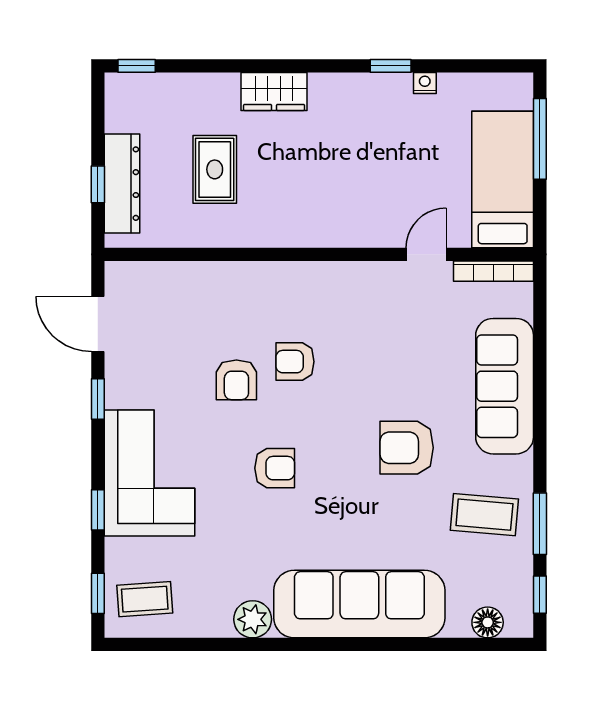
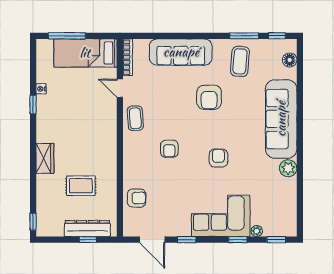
door: (98, 324) -> (152, 240), hinge flipped
armchair: (236, 380) -> (137, 198), moved
plant: (116, 551) -> (257, 231), added
coffee table: (145, 599) -> (135, 118), moved

